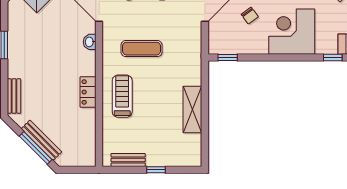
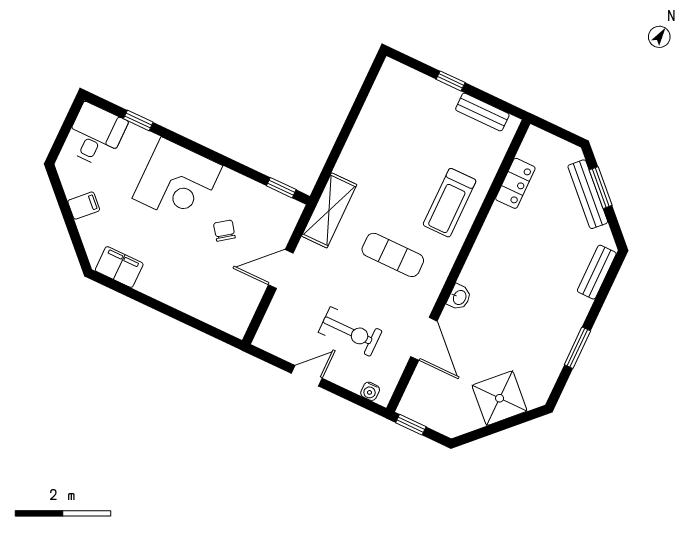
locker: (88, 92) -> (515, 183), moved
shelving: (192, 109) -> (329, 210), moved
window: (36, 148) -> (601, 188), width x0.69

